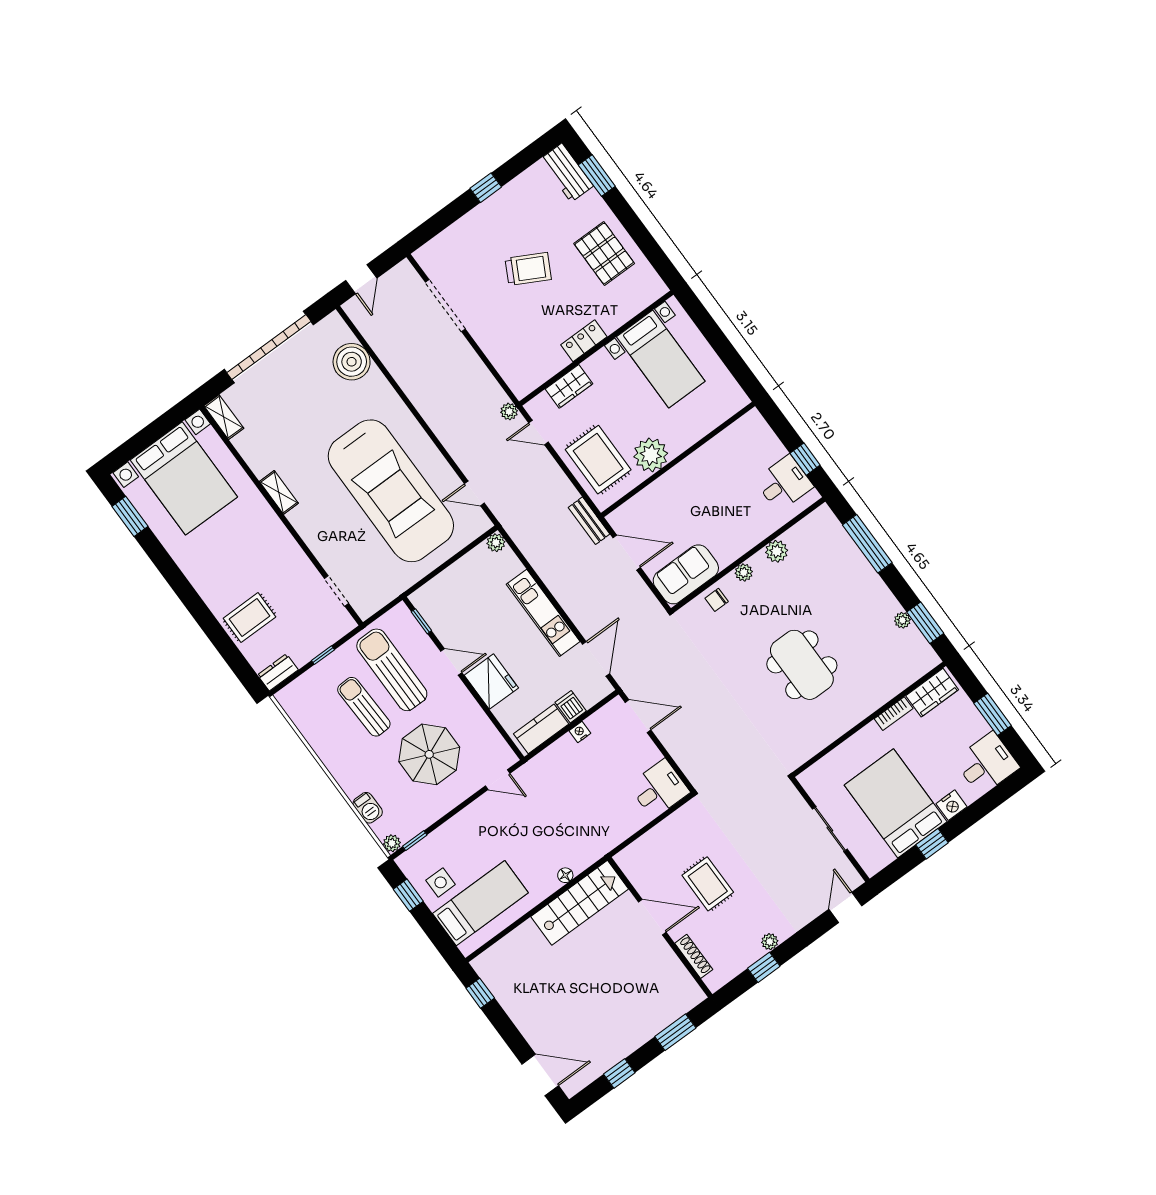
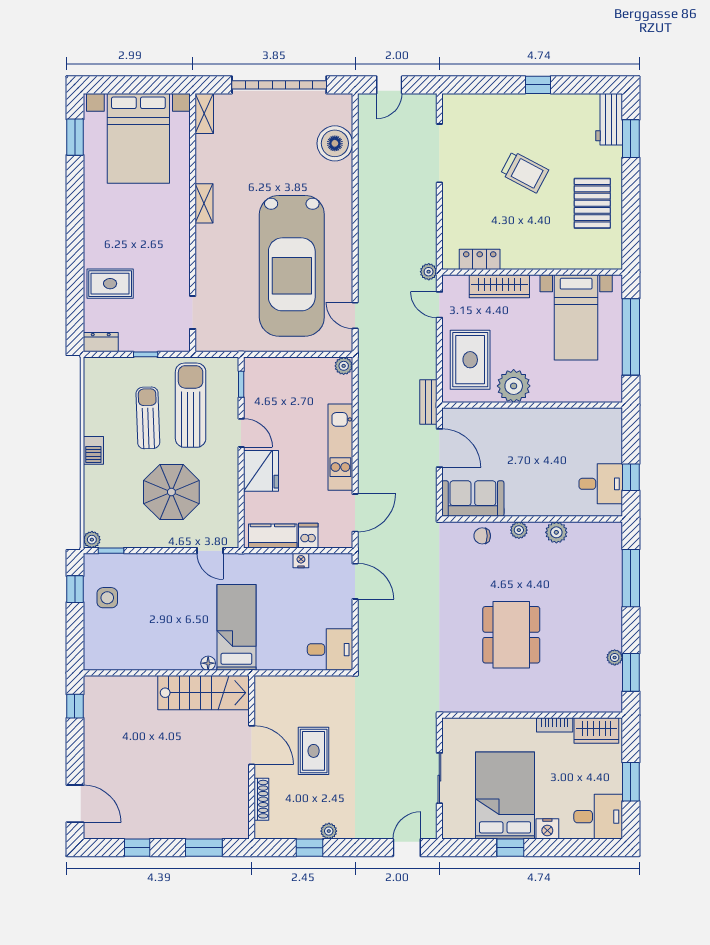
locker: (584, 341) -> (480, 259), moved
window: (719, 342) -> (631, 337), added
wardrobe: (569, 386) -> (499, 286), width x1.50
barbecue: (368, 808) -> (93, 450), moved
bed: (480, 903) -> (236, 627), moved, turned -90

